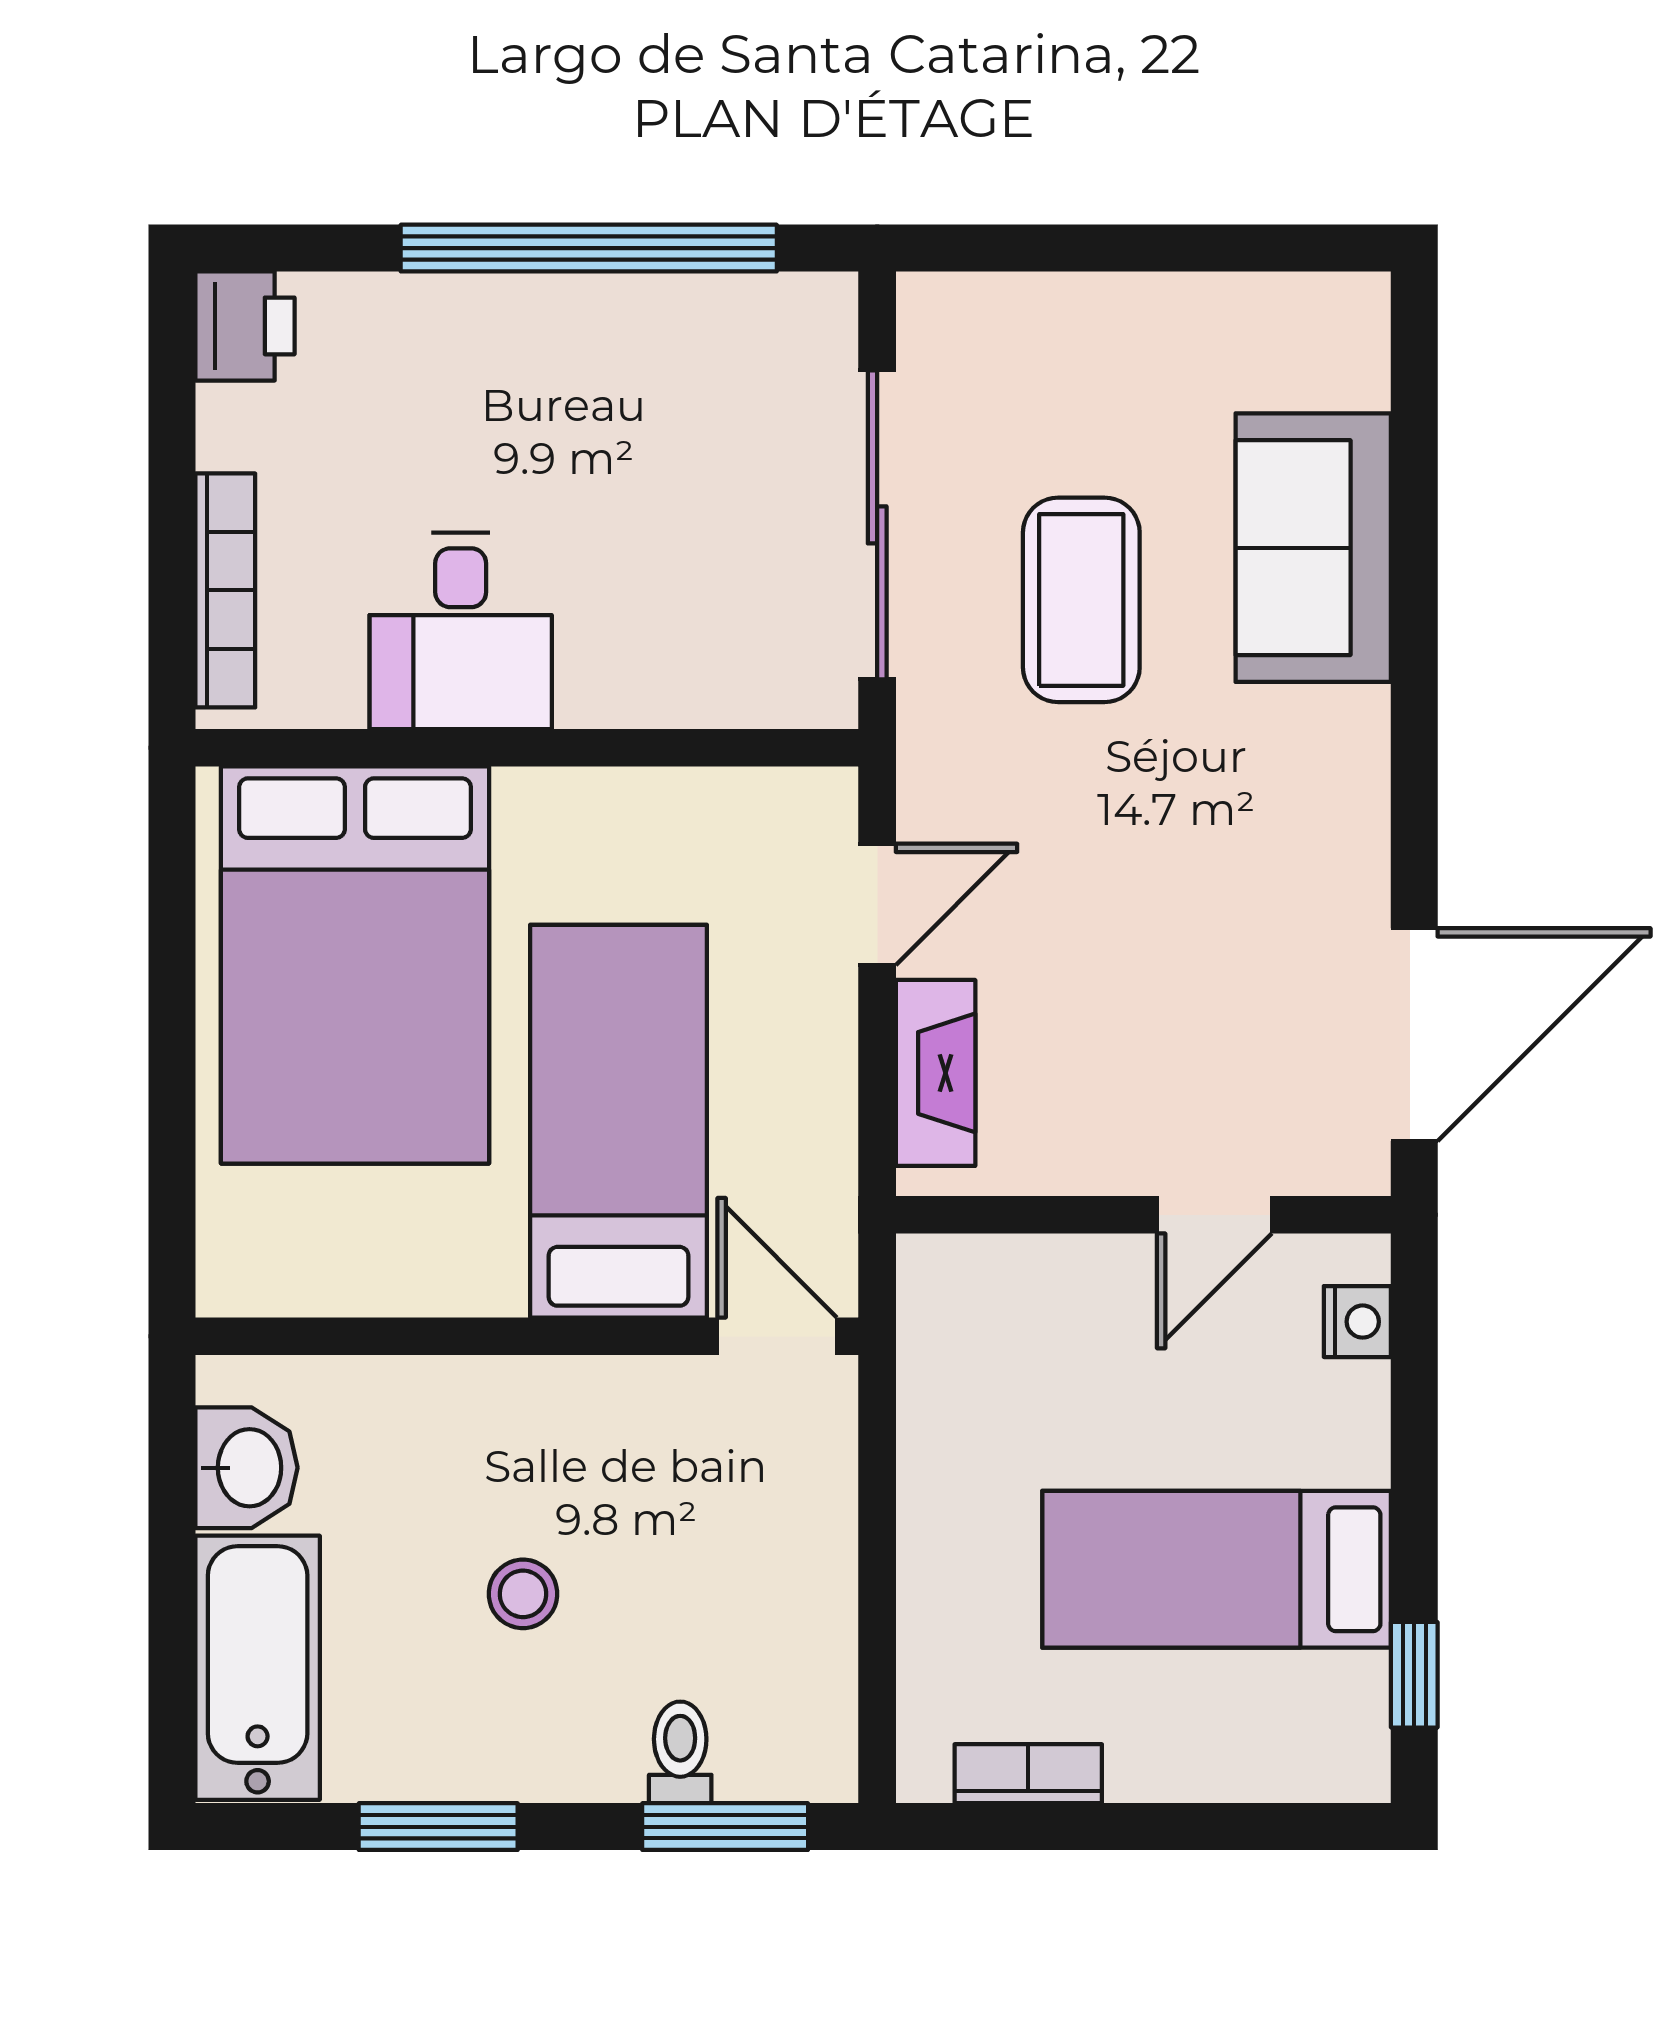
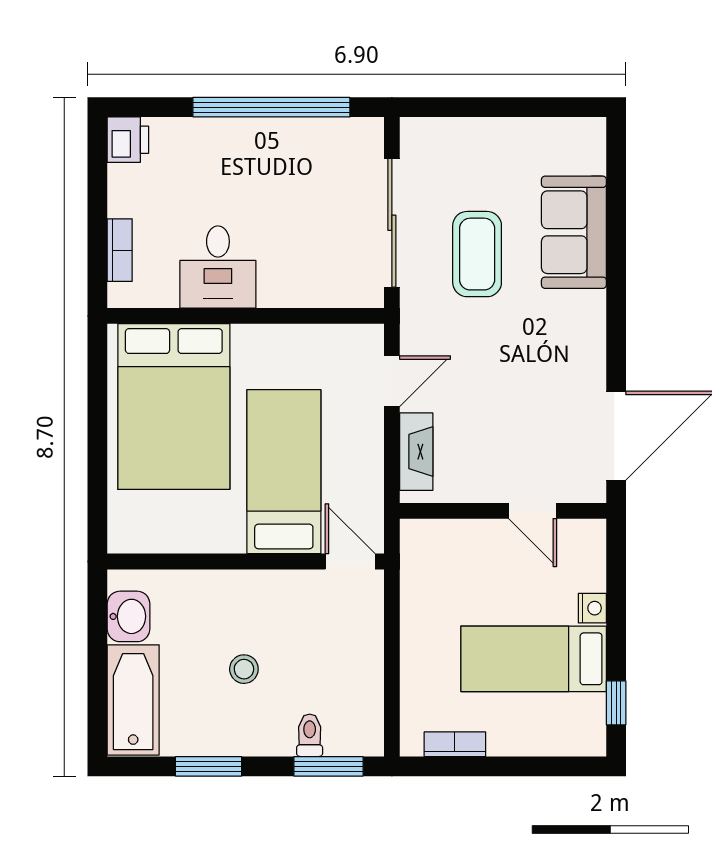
bookcase: (225, 590) -> (120, 250), width x0.64
door: (1214, 1215) -> (533, 511), hinge flipped
nightstand: (1357, 1322) -> (592, 608), moved

